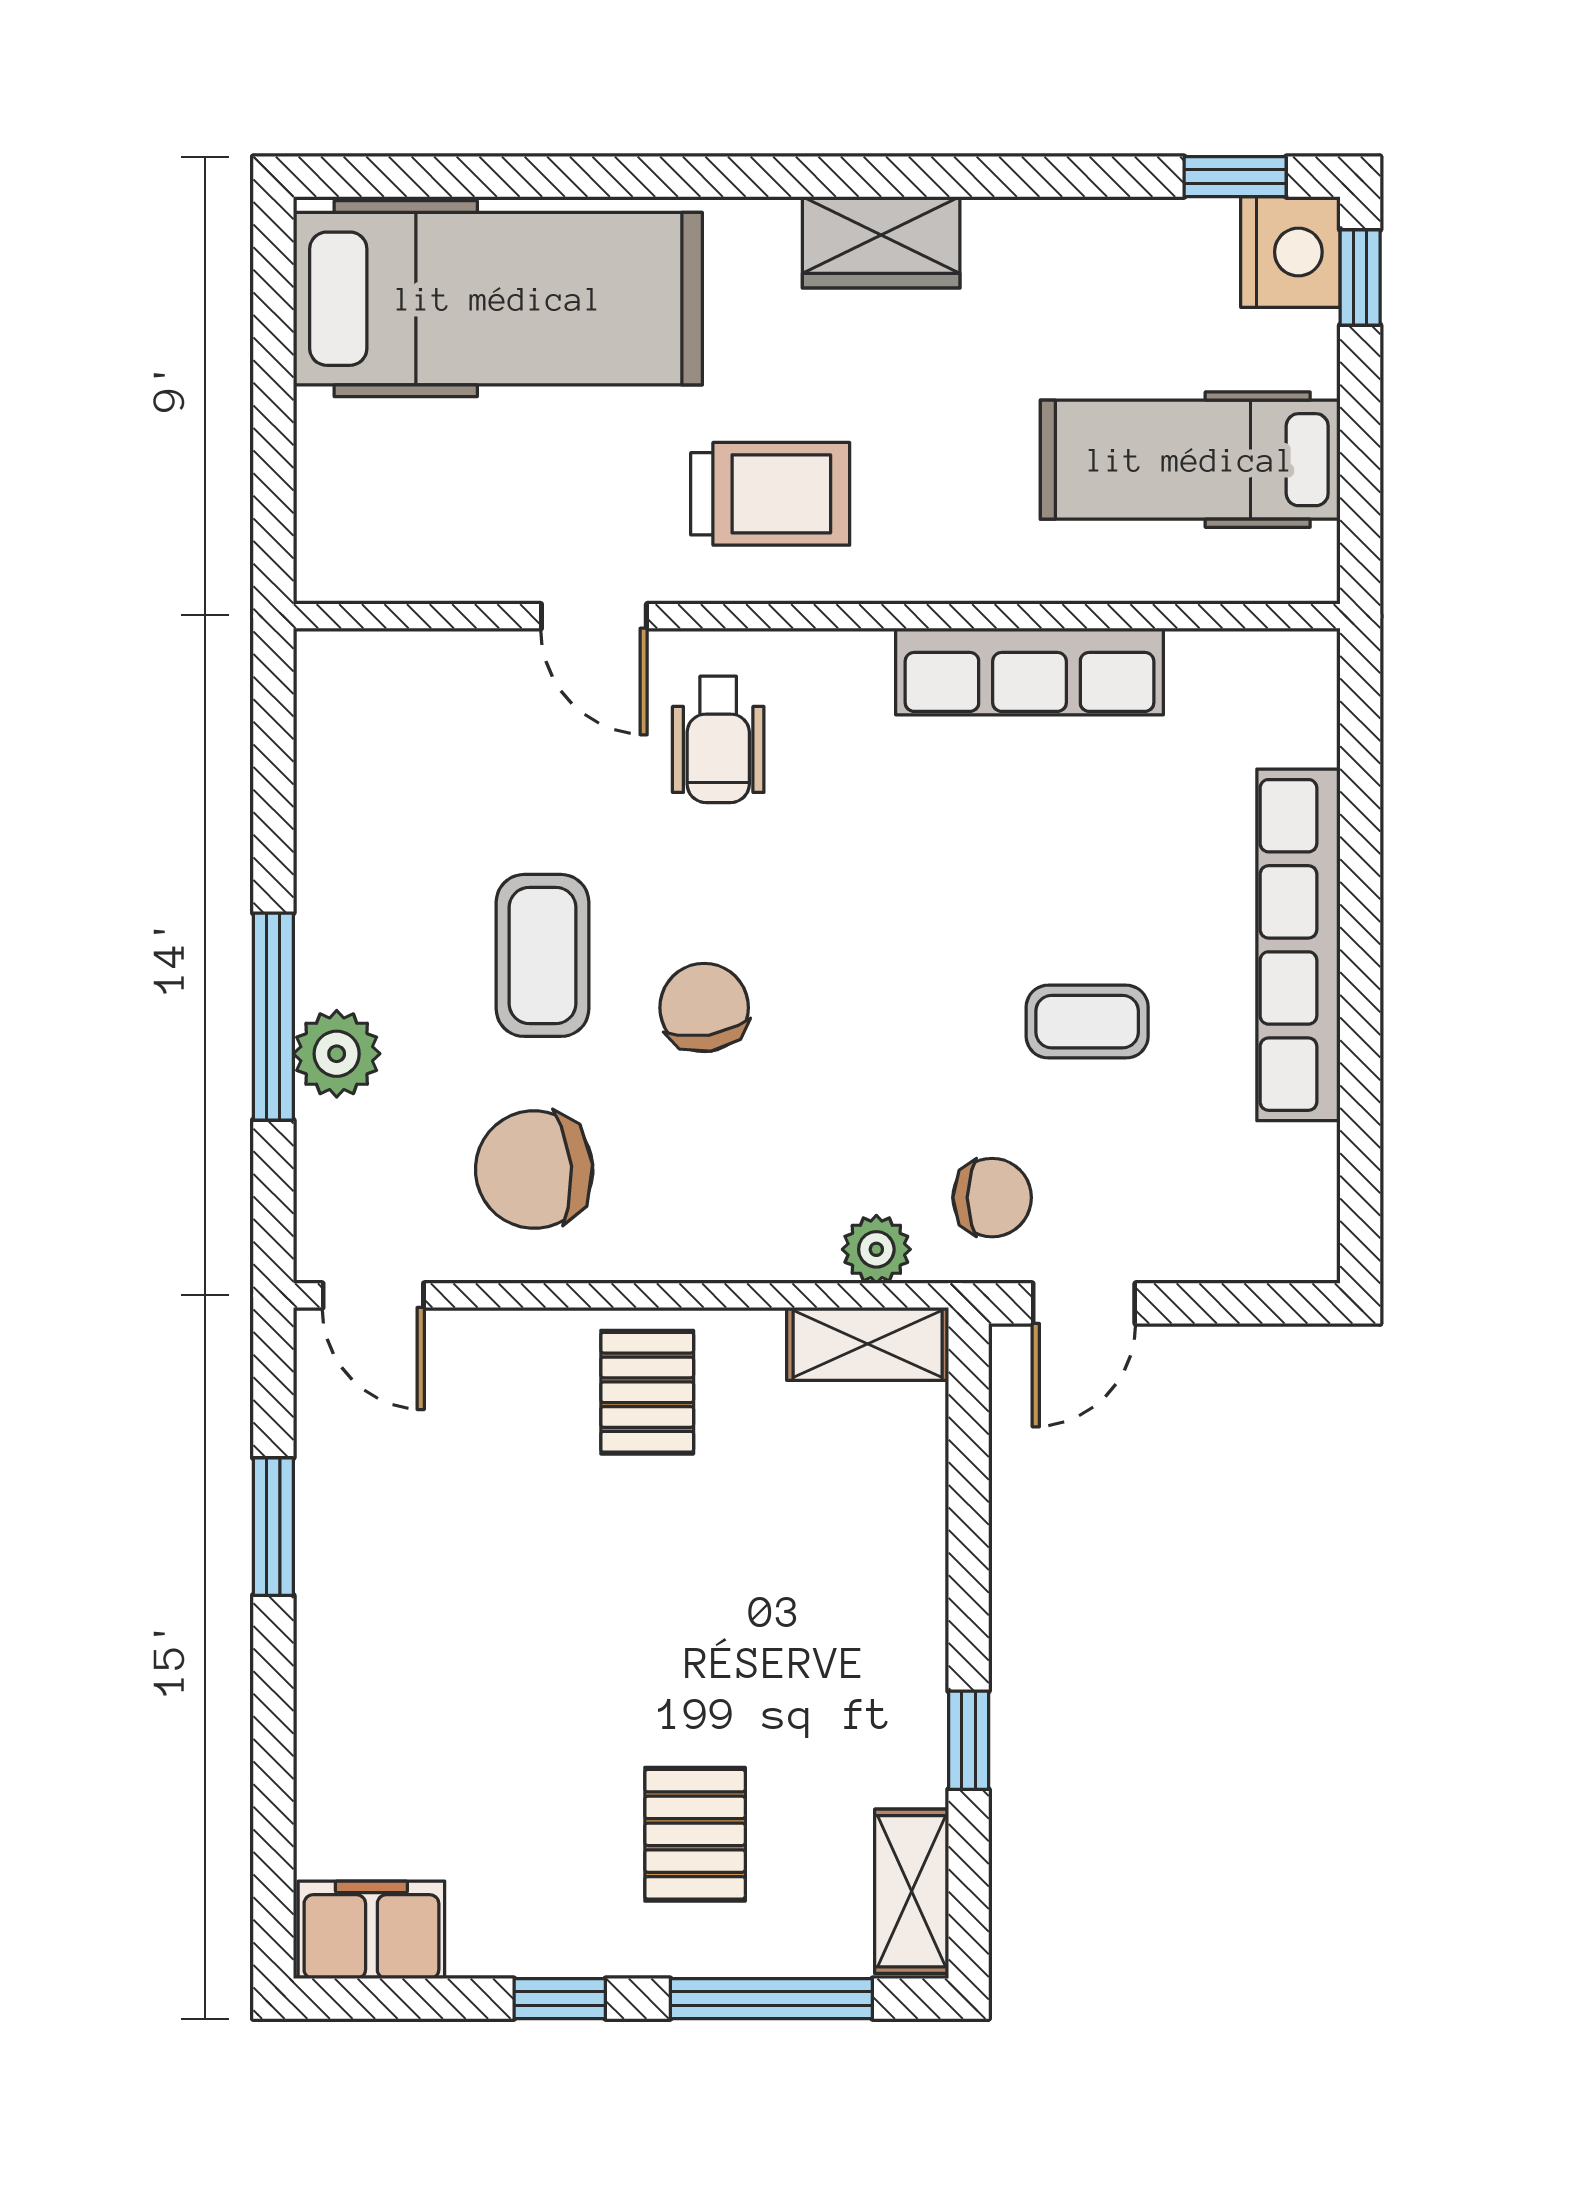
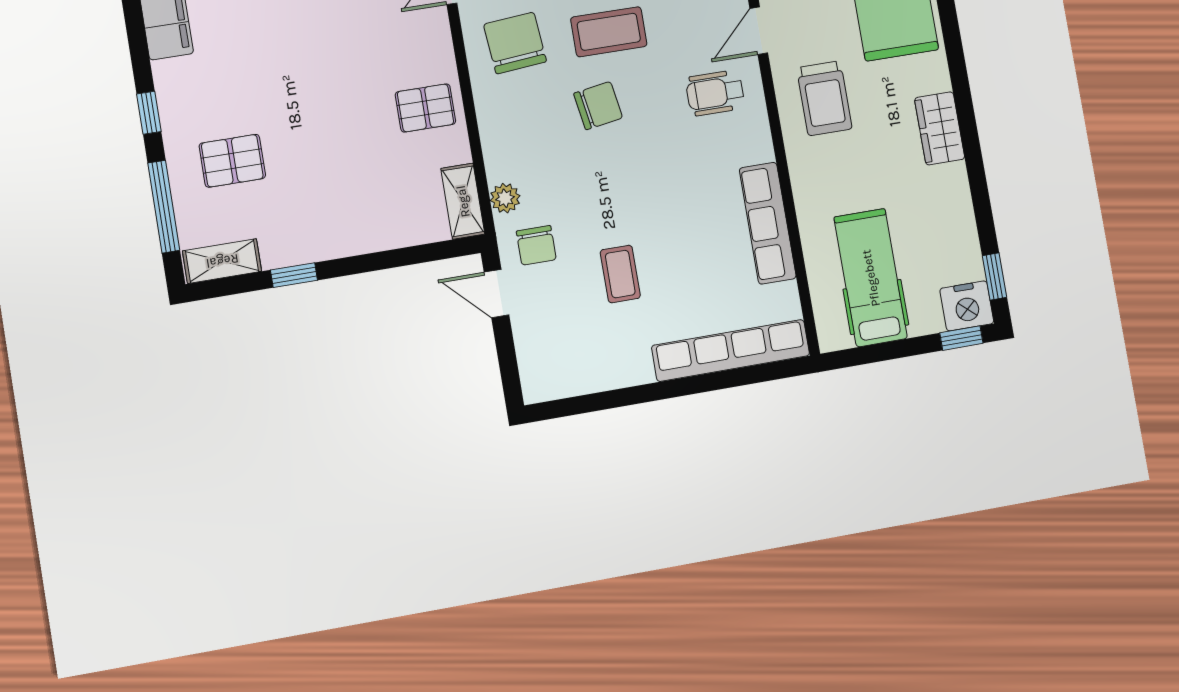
row of seats: (1298, 945) -> (731, 351), moved

